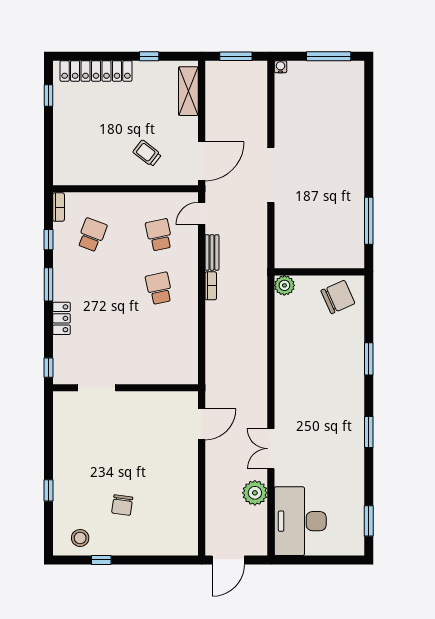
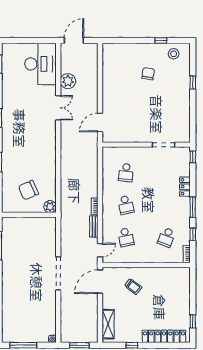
chair: (338, 297) -> (28, 190), moved
school desk: (159, 342) -> (126, 173), added
door: (228, 560) -> (74, 40), moved

